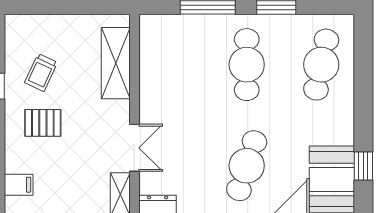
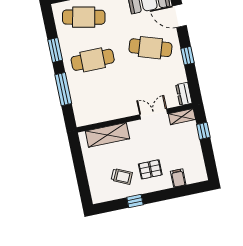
pallet: (43, 123) -> (150, 169), turned 90
filing cabinet: (19, 185) -> (178, 178), moved

